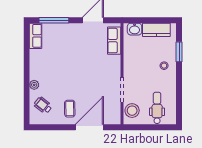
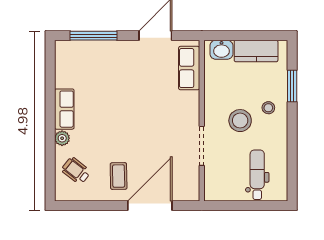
row of seats: (36, 36) -> (64, 109), moved
stool: (132, 111) -> (240, 121), moved

